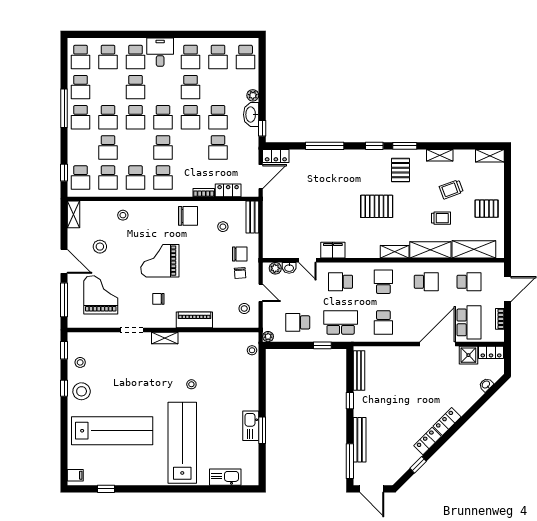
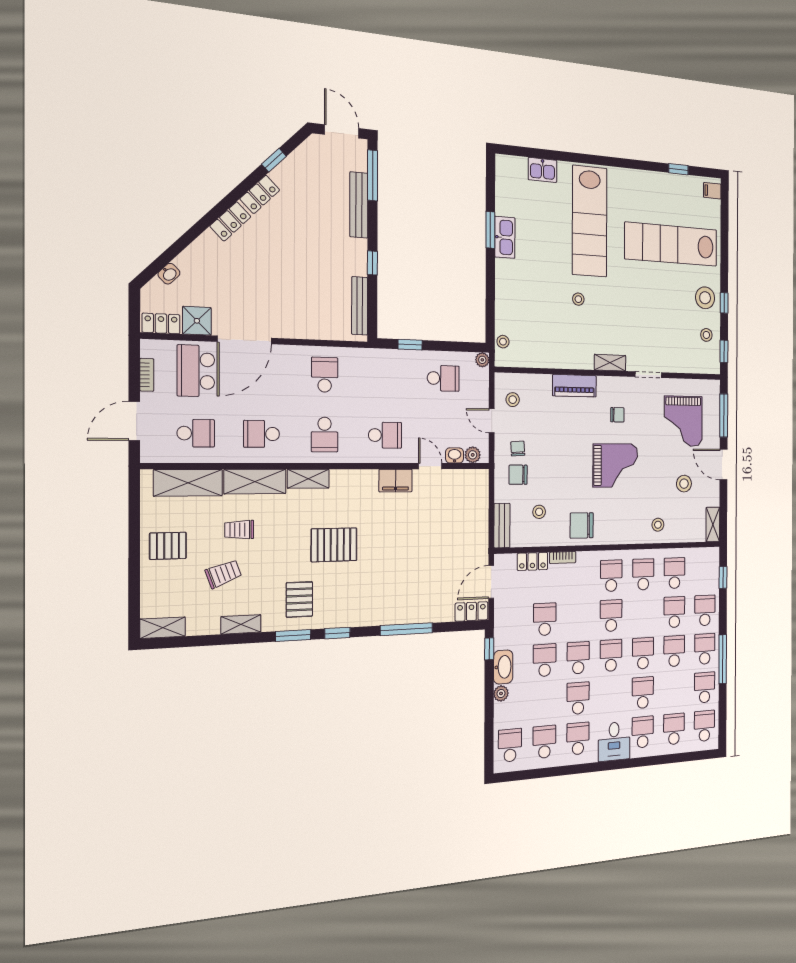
school desk: (81, 178) -> (705, 610), moved
school desk: (469, 282) -> (196, 433), turned 180
school desk: (341, 322) -> (385, 377), removed
kitchen sink: (225, 477) -> (542, 170), width x0.73

